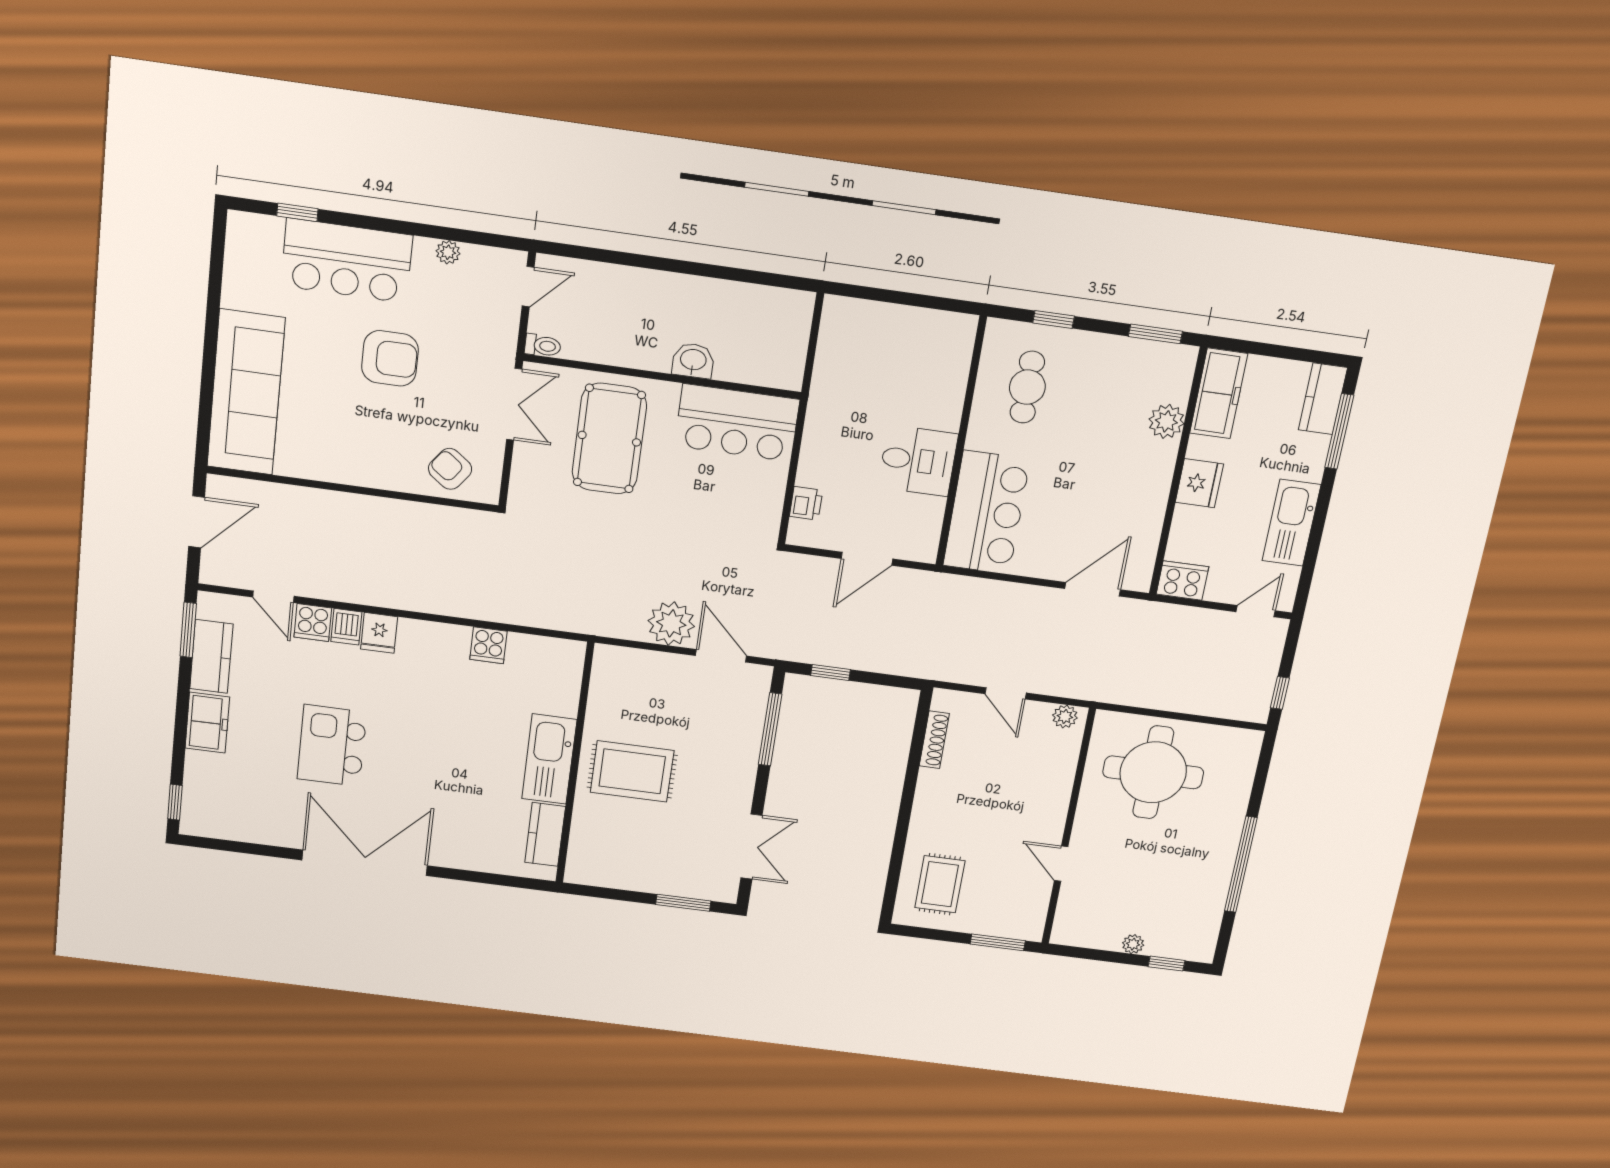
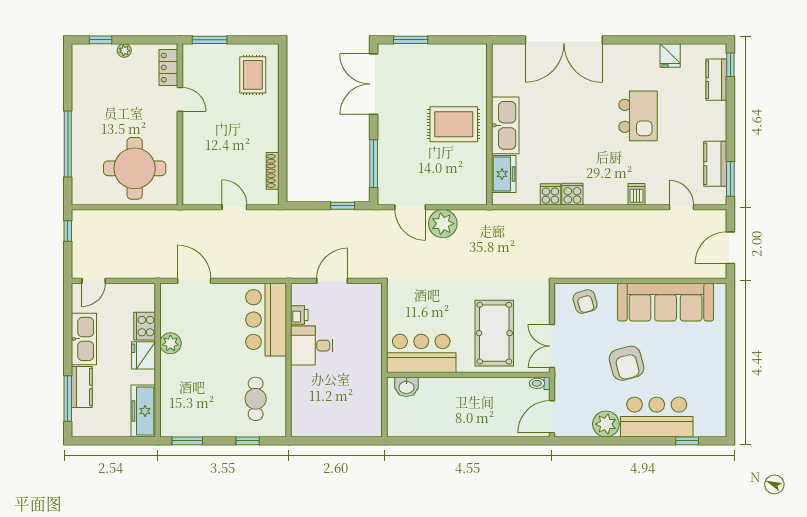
plant: (448, 252) -> (606, 424), width x1.87, depth x1.87
door: (528, 287) -> (552, 417), width x1.38
armchair: (390, 358) -> (627, 363), turned -105
washbasin: (693, 361) -> (406, 387), moved
sofa: (246, 392) -> (666, 302), moved, turned -90
kitchen counter: (1323, 399) -> (82, 387), moved
plant: (1166, 421) -> (170, 343), moved
armchair: (450, 469) -> (585, 302), turned 37
printer: (806, 503) -> (299, 315), moved, turned 180
cooker: (1182, 581) -> (145, 326), moved, turned 90
door: (1093, 589) -> (194, 281), swing flipped
cooker: (313, 623) -> (572, 194), moved
fridge: (379, 633) -> (670, 56), moved, turned 180
plant: (1065, 717) -> (196, 197), removed
freezer: (207, 723) -> (504, 174), moved, turned 180
kitchen counter: (545, 834) -> (716, 80), moved, turned 180
double door: (751, 847) -> (374, 84), width x1.37
double door: (365, 863) -> (564, 40), moved
window: (1241, 864) -> (68, 144), moved
locker: (1070, 911) -> (168, 68), added

